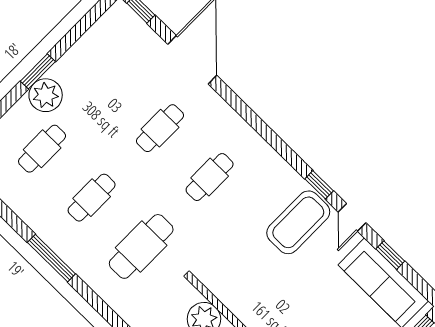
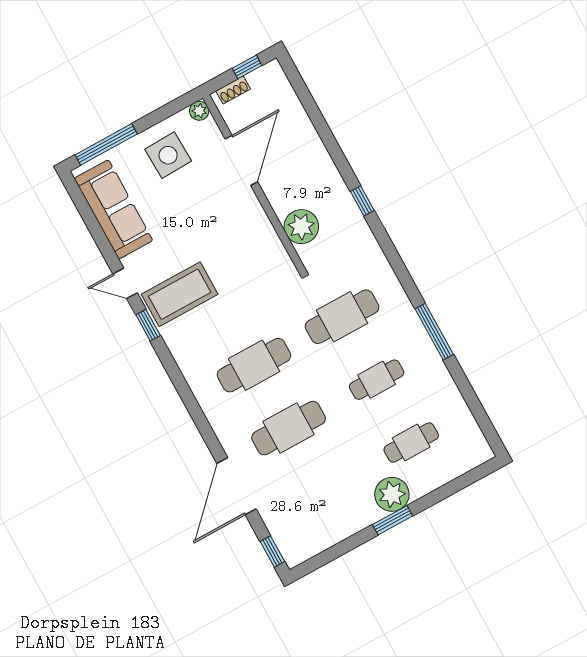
cafe table: (160, 128) -> (289, 428), width x1.37, depth x1.35
cafe table: (210, 177) -> (254, 365), width x1.37, depth x1.35
door: (352, 217) -> (125, 283), swing flipped
window: (390, 255) -> (98, 235), removed

